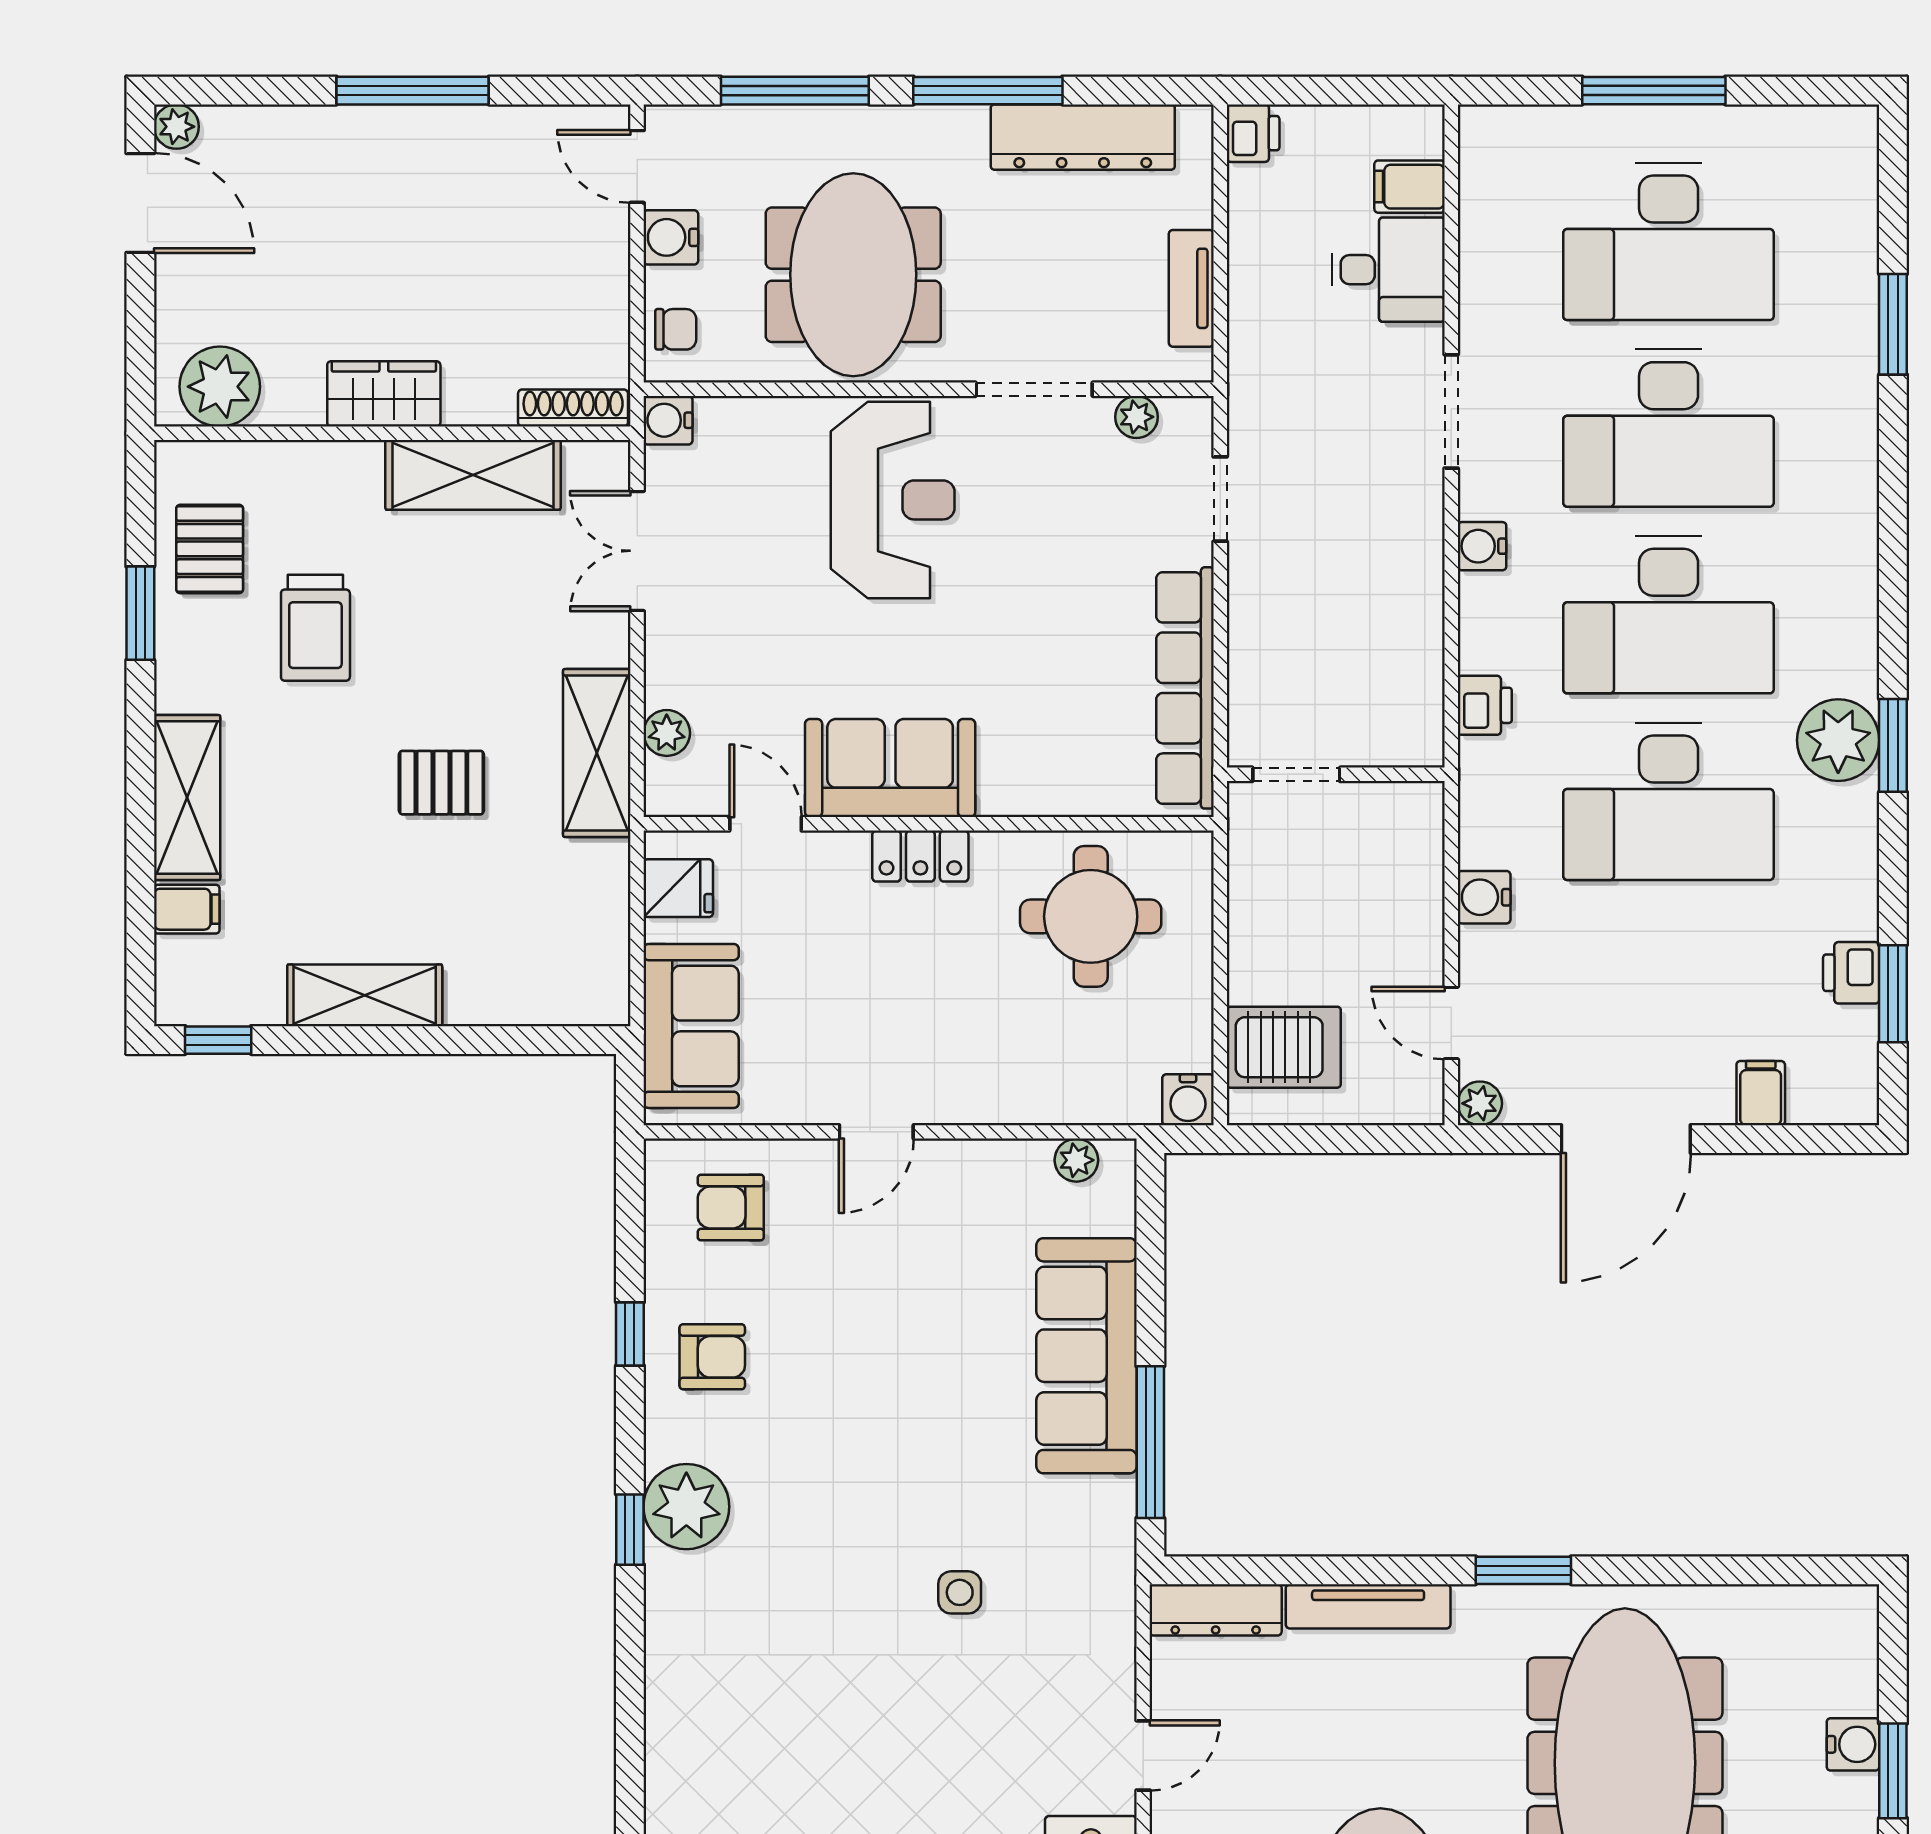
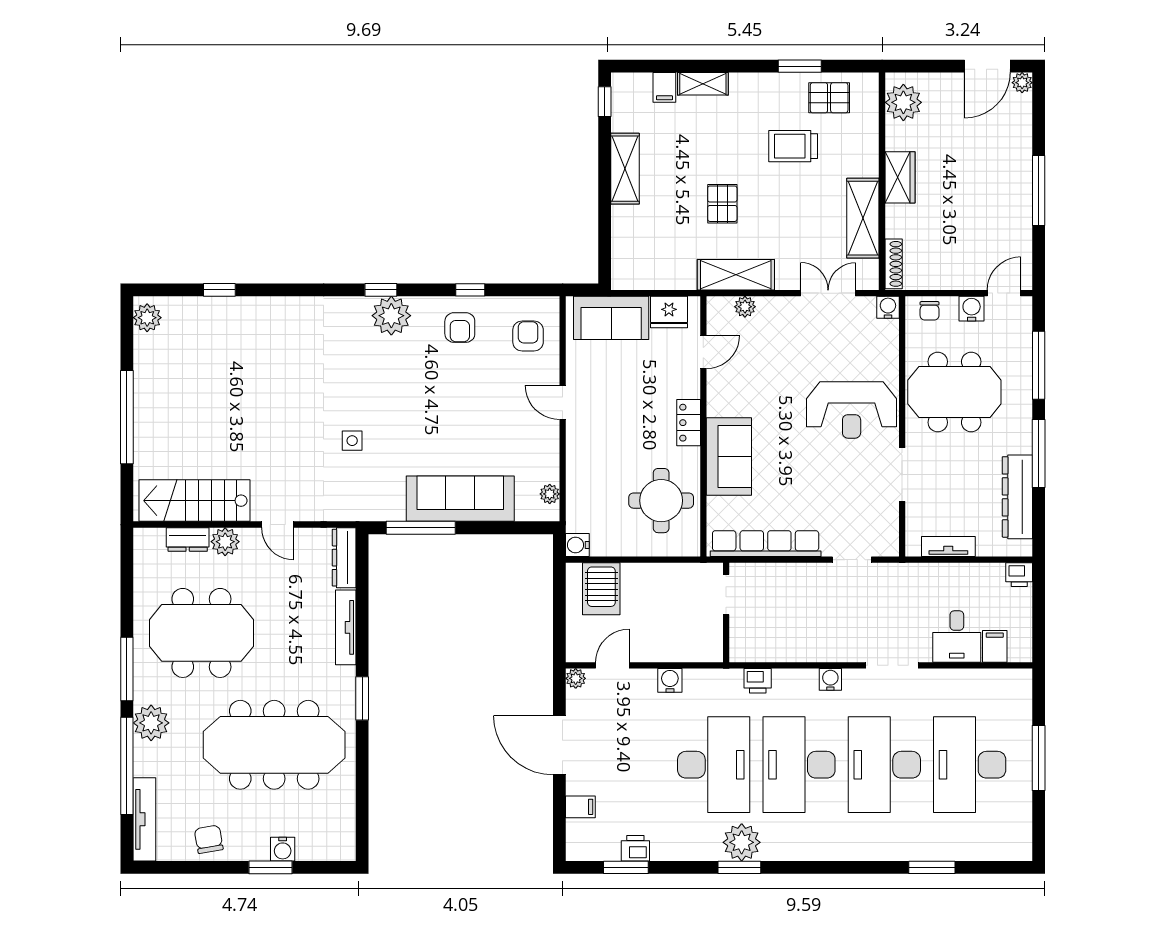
plant: (1136, 417) -> (889, 521), removed
sofa: (890, 768) -> (729, 456), moved
shelving: (187, 798) -> (703, 84), width x0.67, depth x0.75
desk: (1669, 801) -> (714, 765), turned 180
fridge: (678, 888) -> (669, 312), width x1.38

